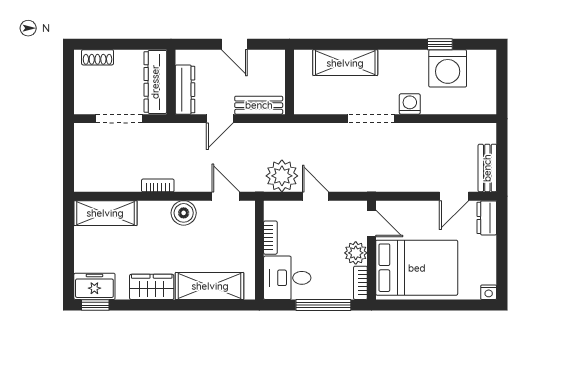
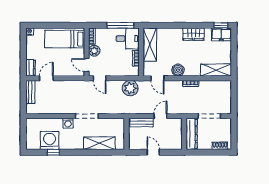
dresser: (185, 90) -> (177, 130), removed
door: (315, 196) -> (100, 78), moved
bed: (417, 268) -> (65, 39), width x0.67
shelving: (210, 286) -> (150, 45), moved, turned 90
window: (323, 305) -> (121, 25), moved

